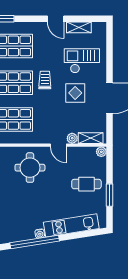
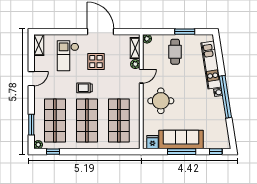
shelving: (79, 27) -> (39, 45), moved

